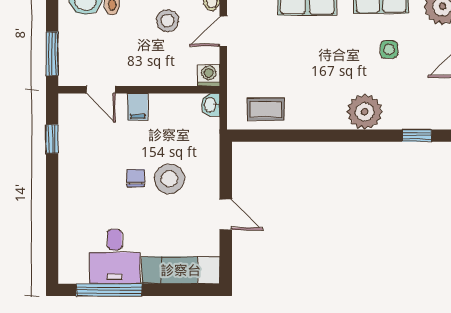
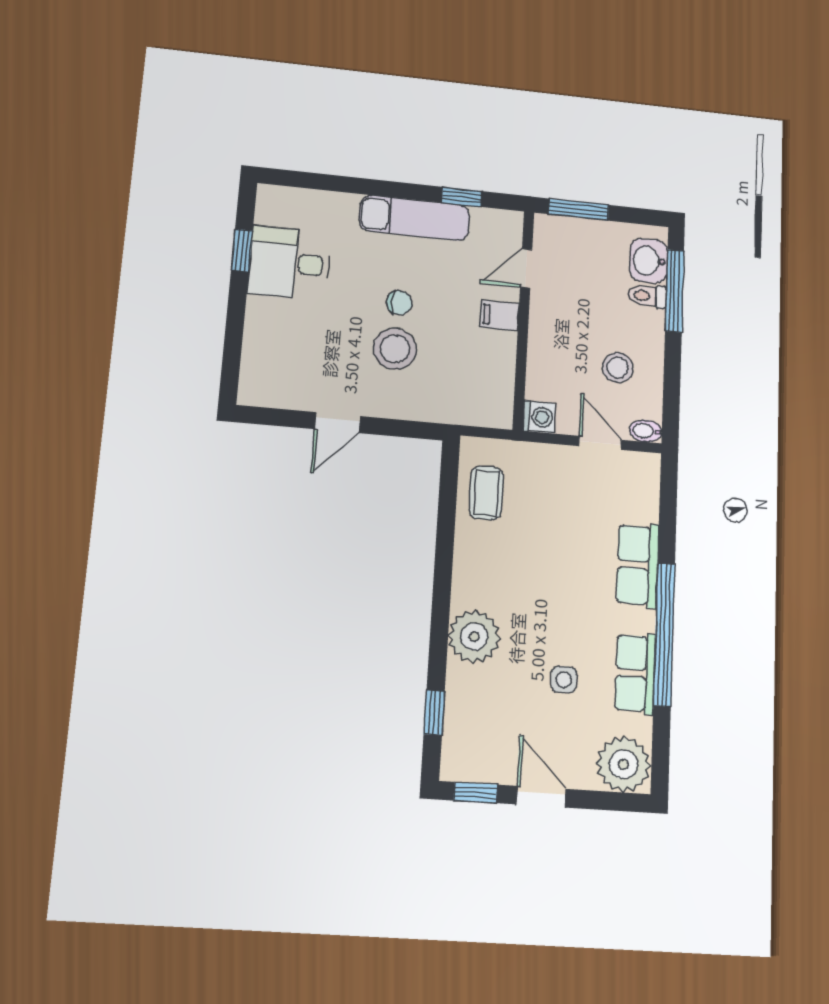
washbasin: (211, 105) -> (497, 416), removed
exam couch: (181, 270) -> (414, 218), moved, turned 90
window: (109, 290) -> (242, 250), width x0.46

